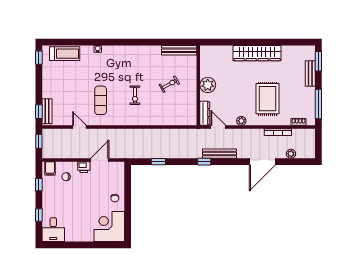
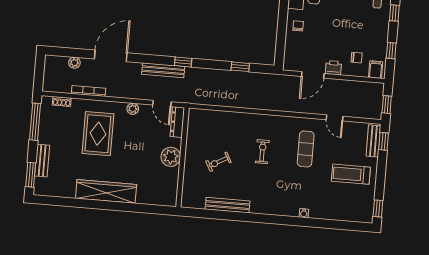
bench: (179, 50) -> (227, 205), moved
treadmill: (65, 54) -> (351, 174), moved

